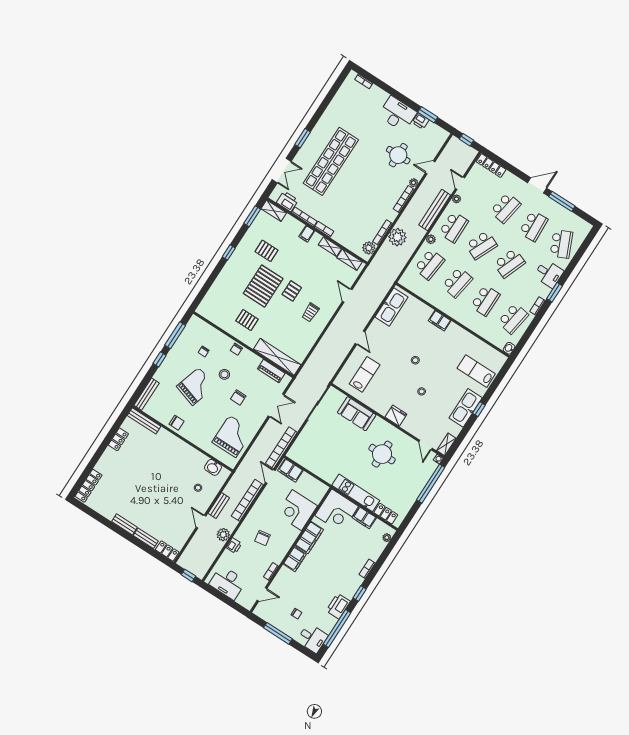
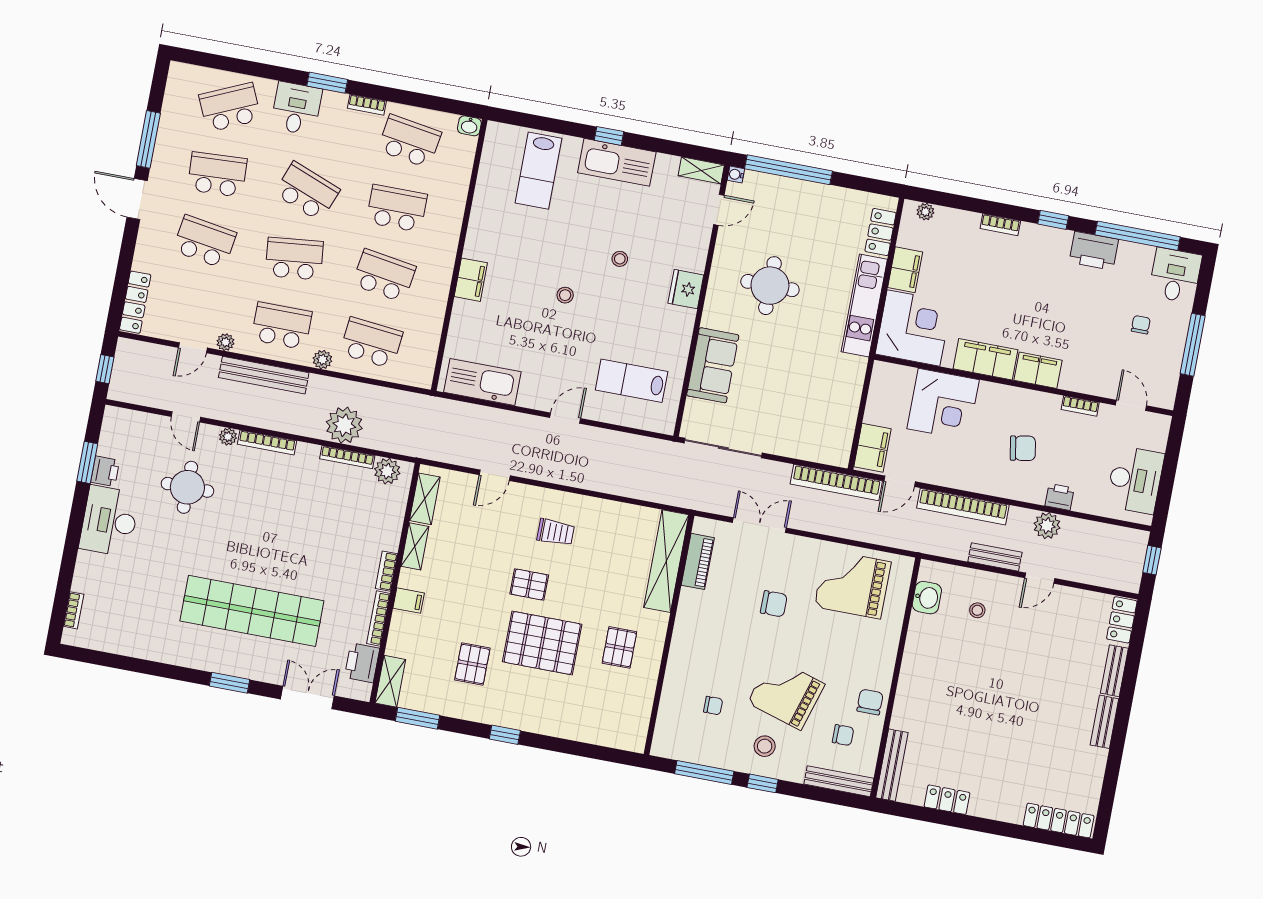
school desk: (481, 245) -> (294, 259), turned -30
chair: (236, 349) -> (843, 735), moved
stool: (224, 374) -> (765, 746), moved

